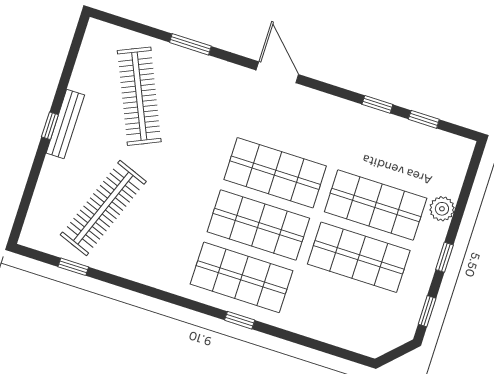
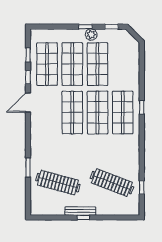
door: (277, 72) -> (28, 103), moved
clothes rail: (139, 96) -> (58, 183), turned 39
shop shelf: (392, 153) -> (47, 64), added
plant: (442, 209) -> (91, 35), moved

